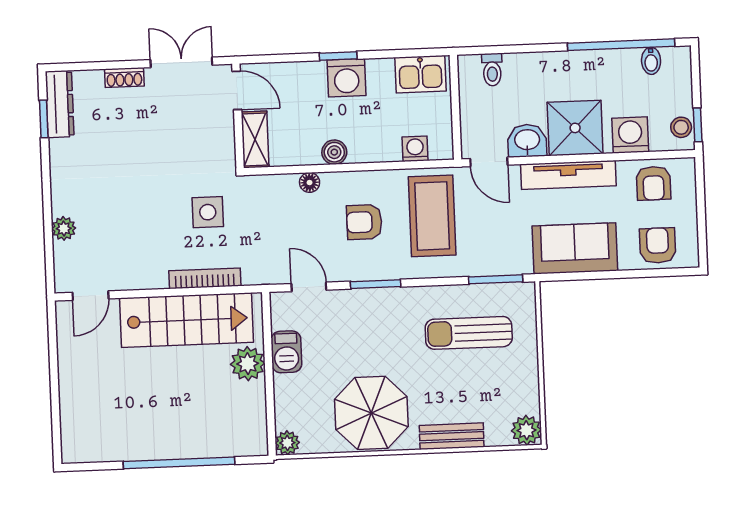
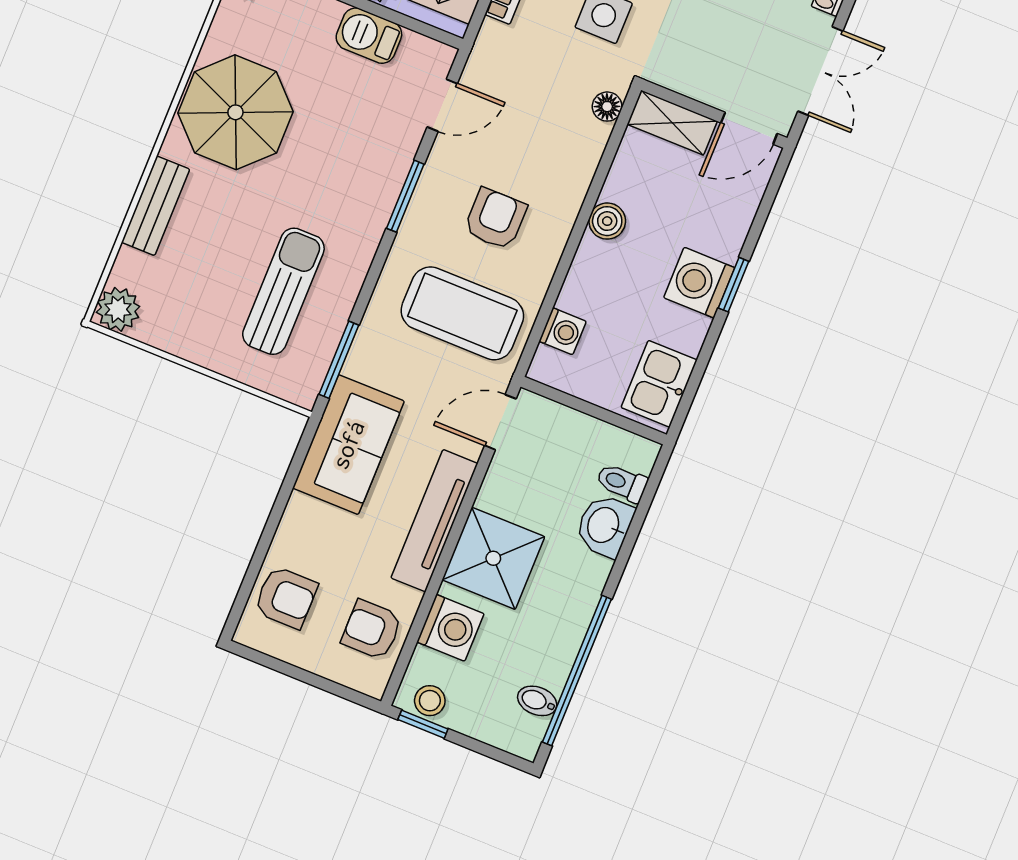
washbasin: (527, 141) -> (604, 526), moved, turned 180
floor lamp: (310, 183) -> (607, 107), moved
sofa: (575, 248) -> (348, 445), moved

